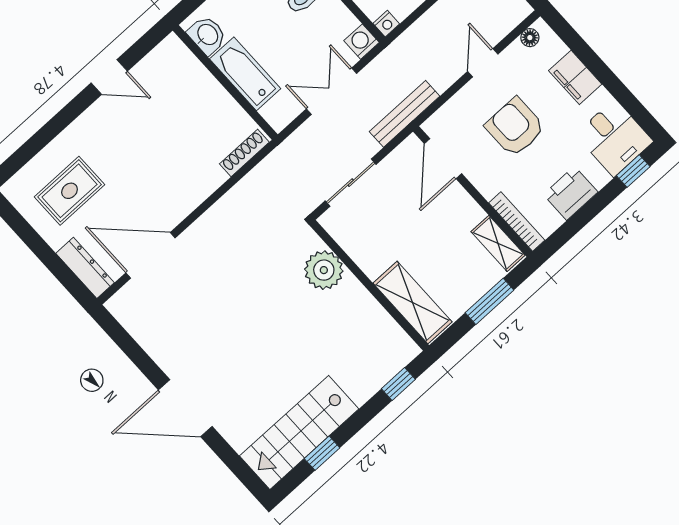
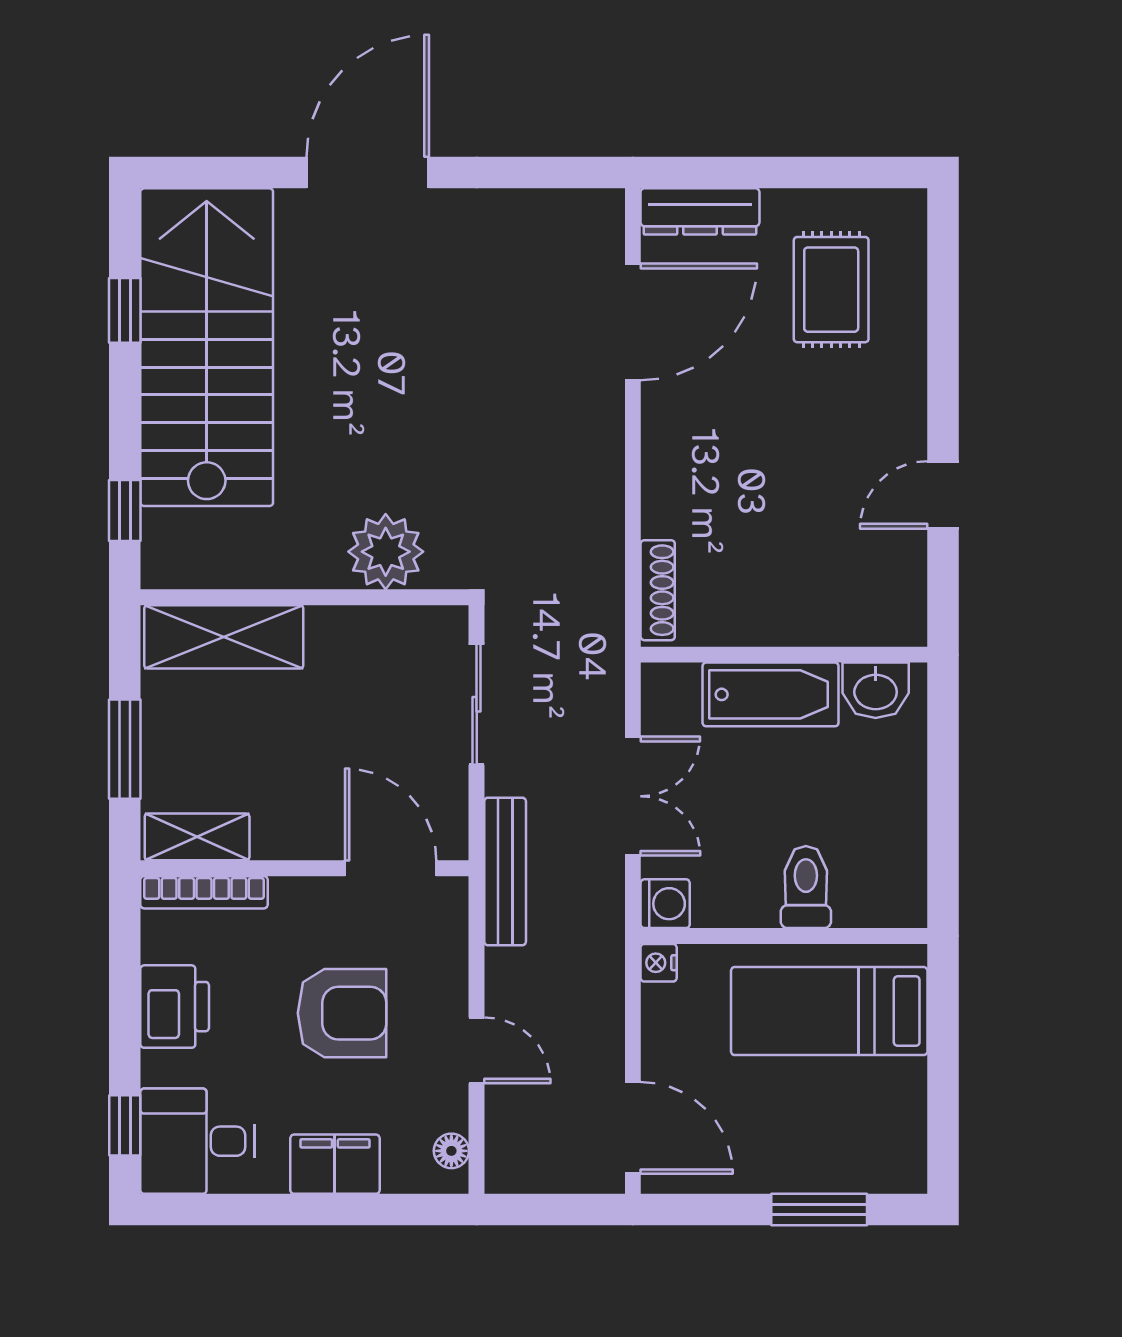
stairs: (299, 432) -> (207, 347), width x1.36, depth x1.51

